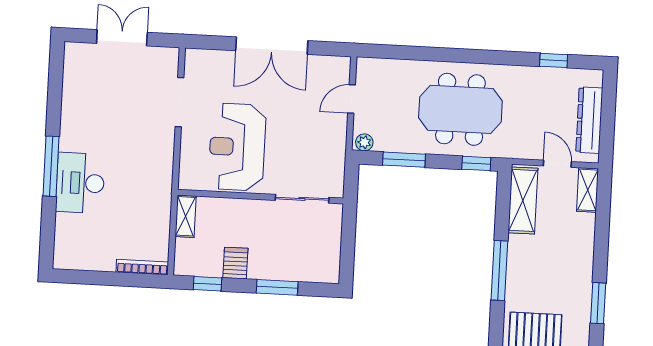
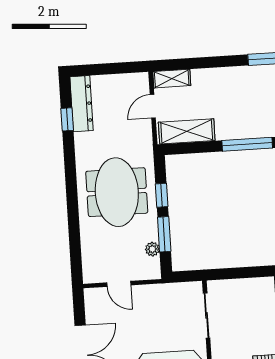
dresser: (589, 120) -> (82, 104), moved, turned -90
plant: (364, 142) -> (152, 249), moved
window: (476, 163) -> (162, 195), moved

